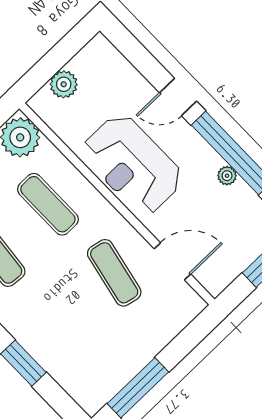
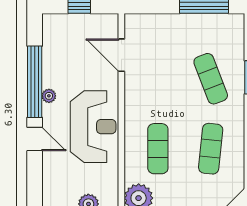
plant: (227, 176) -> (49, 96), moved
exercise mat: (114, 273) -> (211, 79), moved, turned -33

